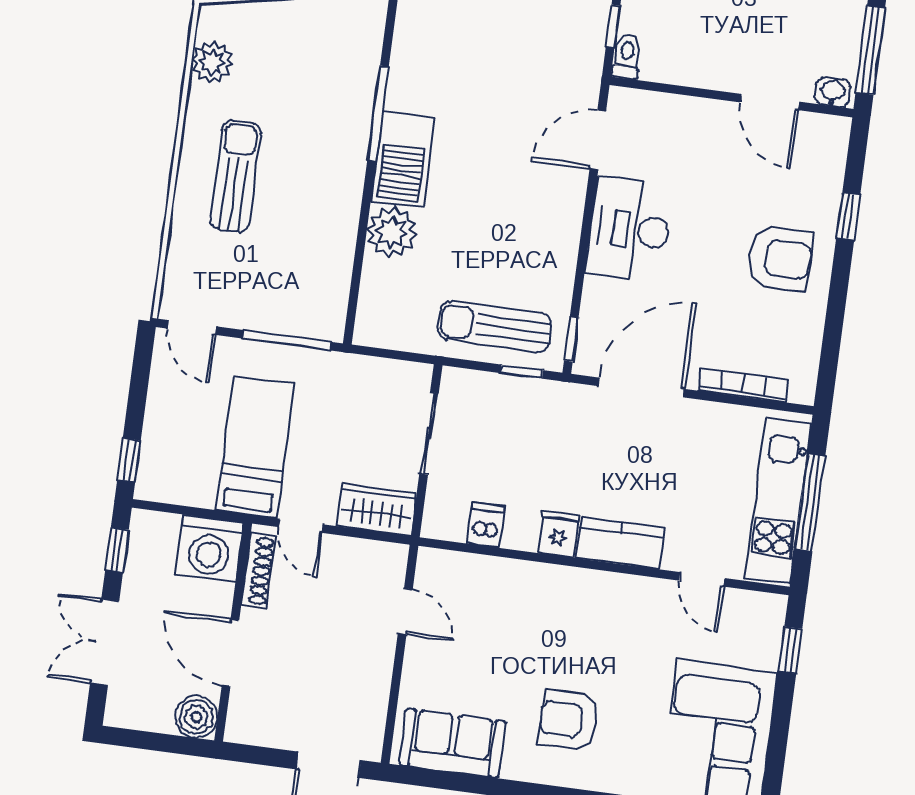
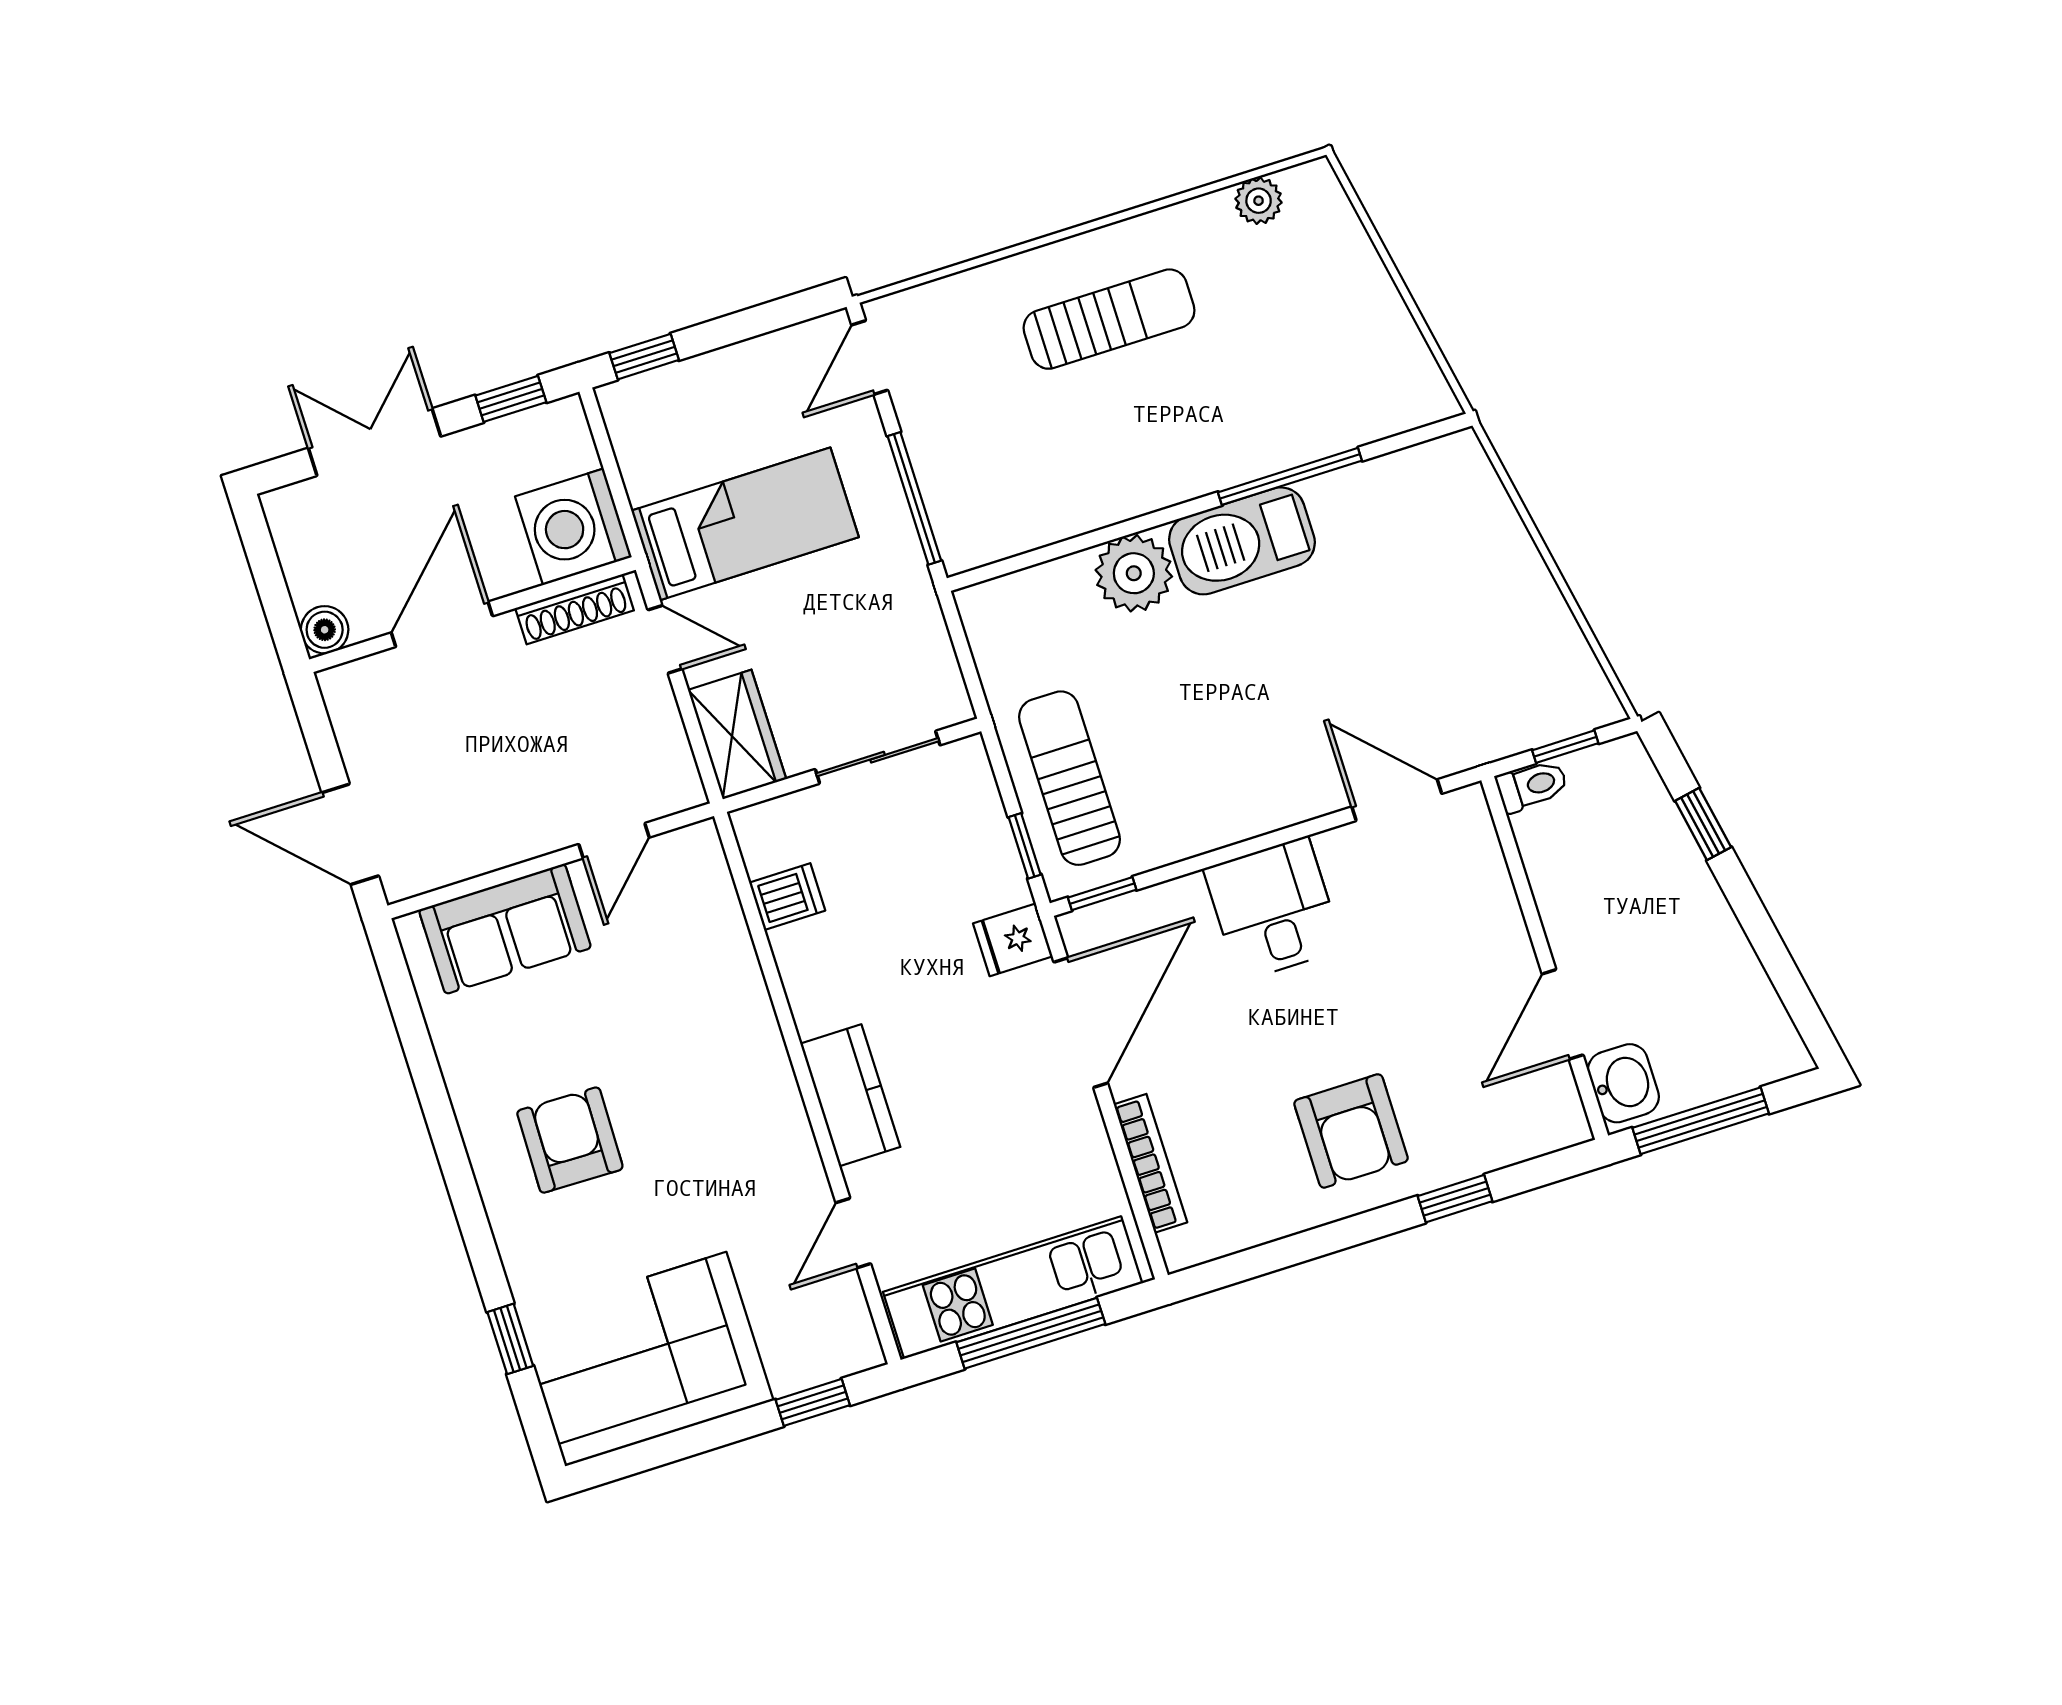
plant: (212, 62) -> (1259, 201), width x0.73, depth x0.73
washbasin: (833, 92) -> (1623, 1083), width x1.38, depth x1.45
desk: (629, 229) -> (1273, 909), width x0.73
door: (641, 387) -> (1081, 1023), hinge flipped
door: (301, 526) -> (665, 639), swing flipped
fridge: (558, 534) -> (1013, 940), moved, turned 180
boiler: (196, 717) -> (325, 630), width x0.73, depth x0.73
sofa: (452, 743) -> (505, 929), moved, turned 90

